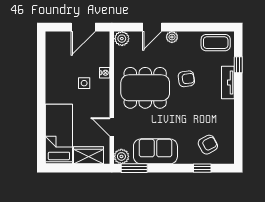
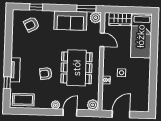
dining table: (145, 88) -> (77, 68), turned 90

